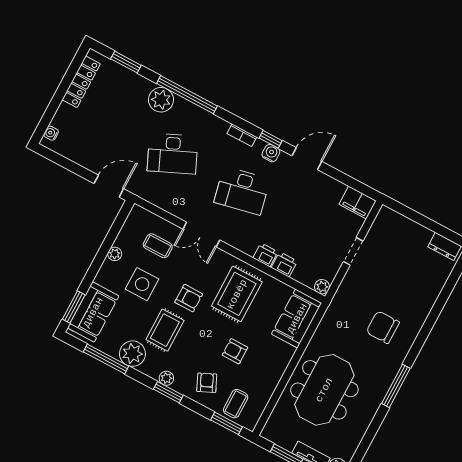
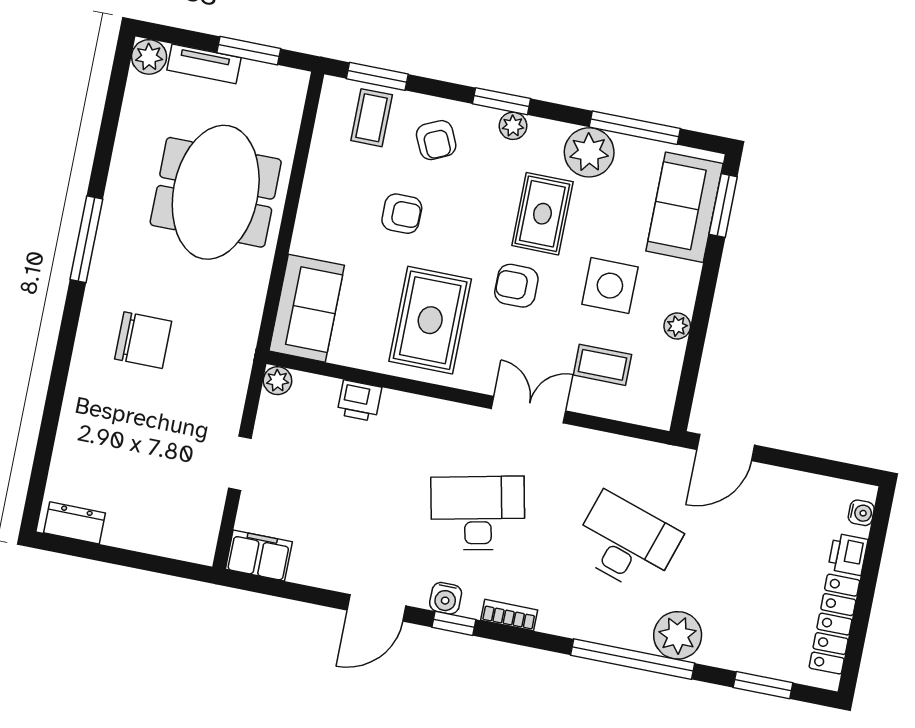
desk: (173, 154) -> (626, 543), turned 42
printer: (265, 255) -> (848, 554), moved, turned 90

